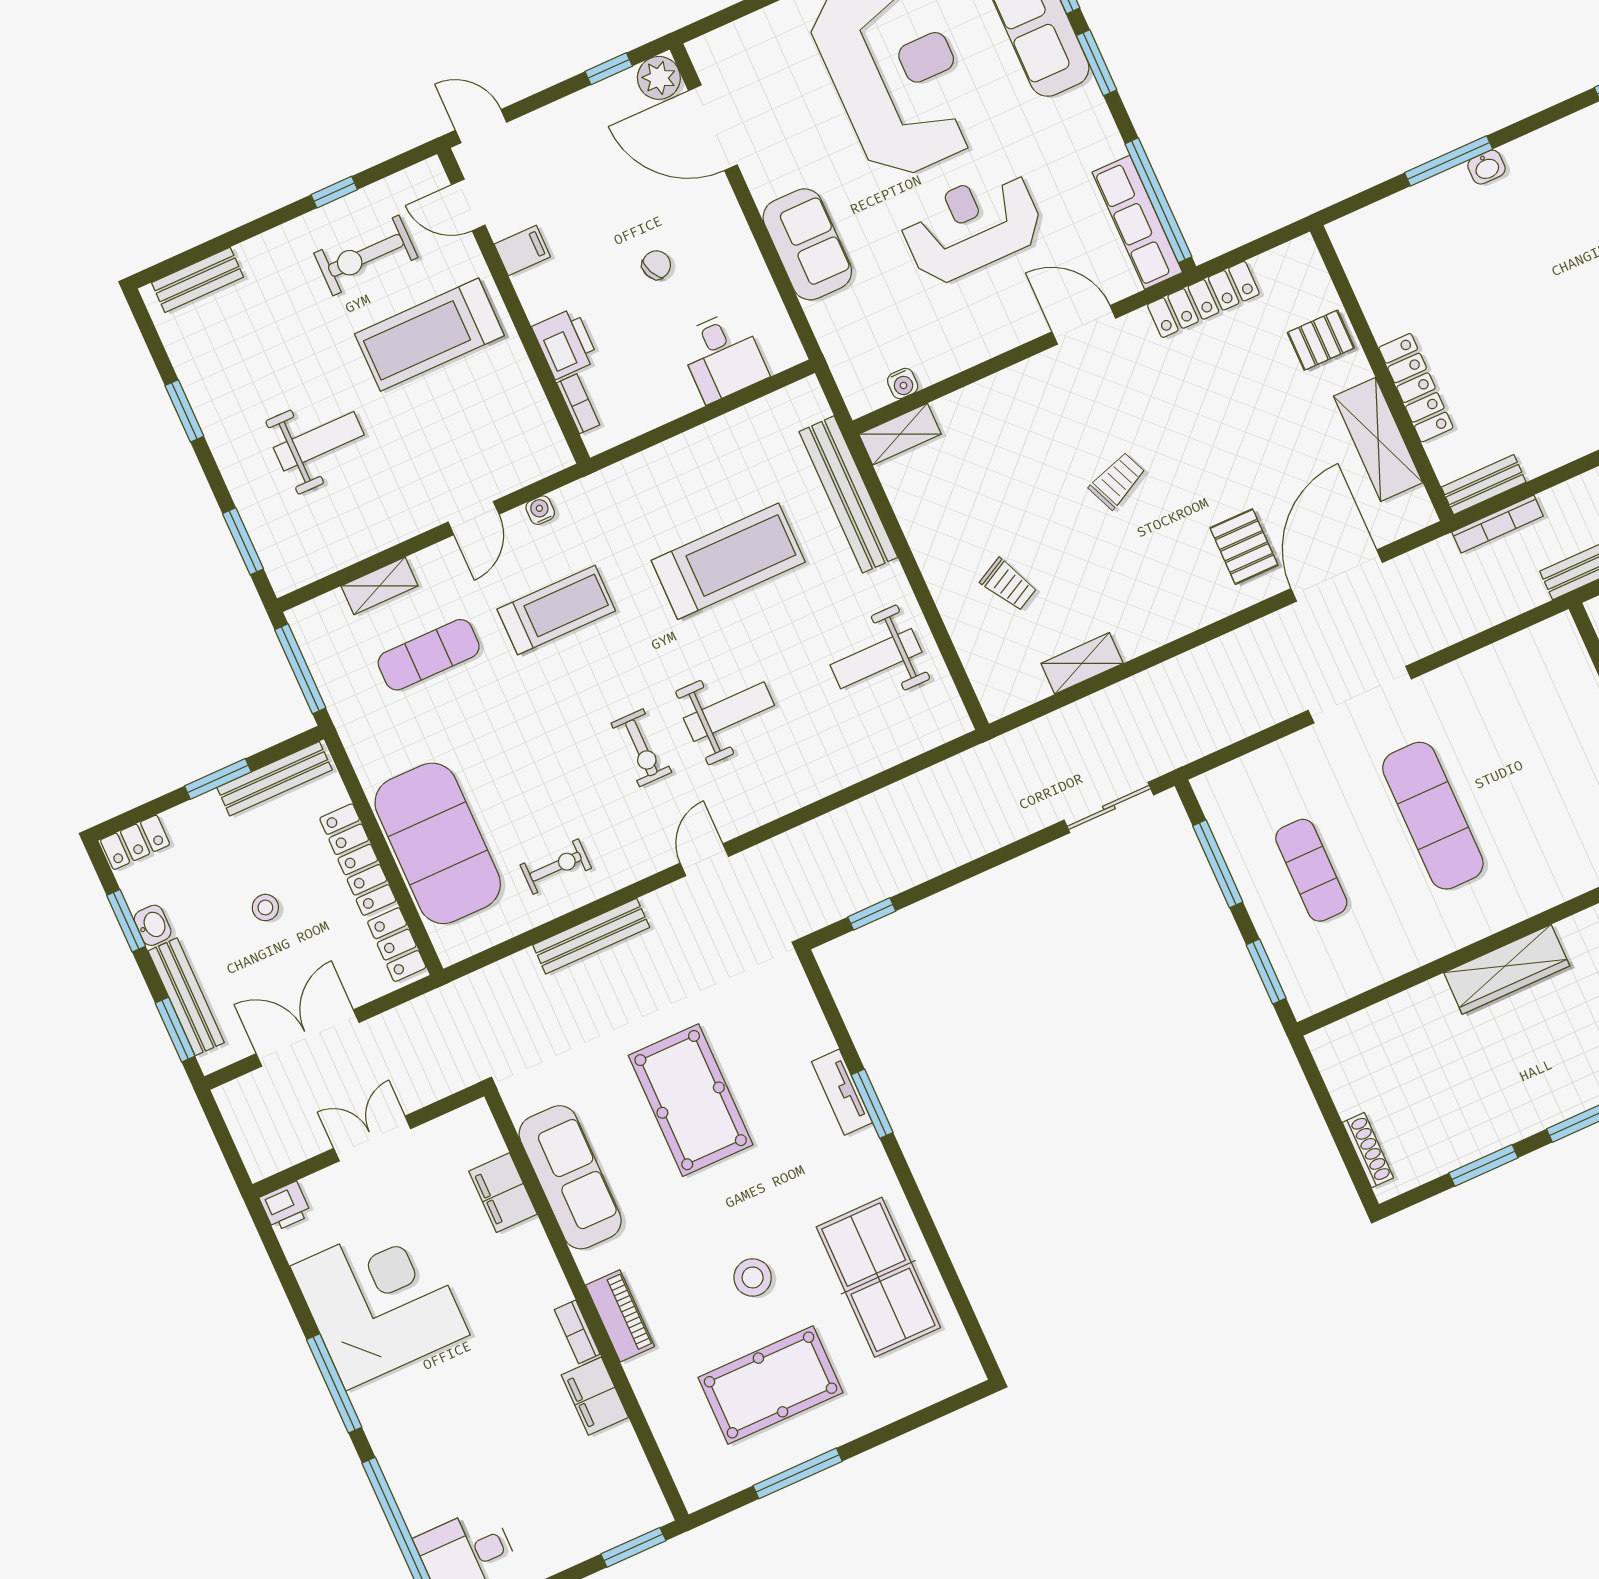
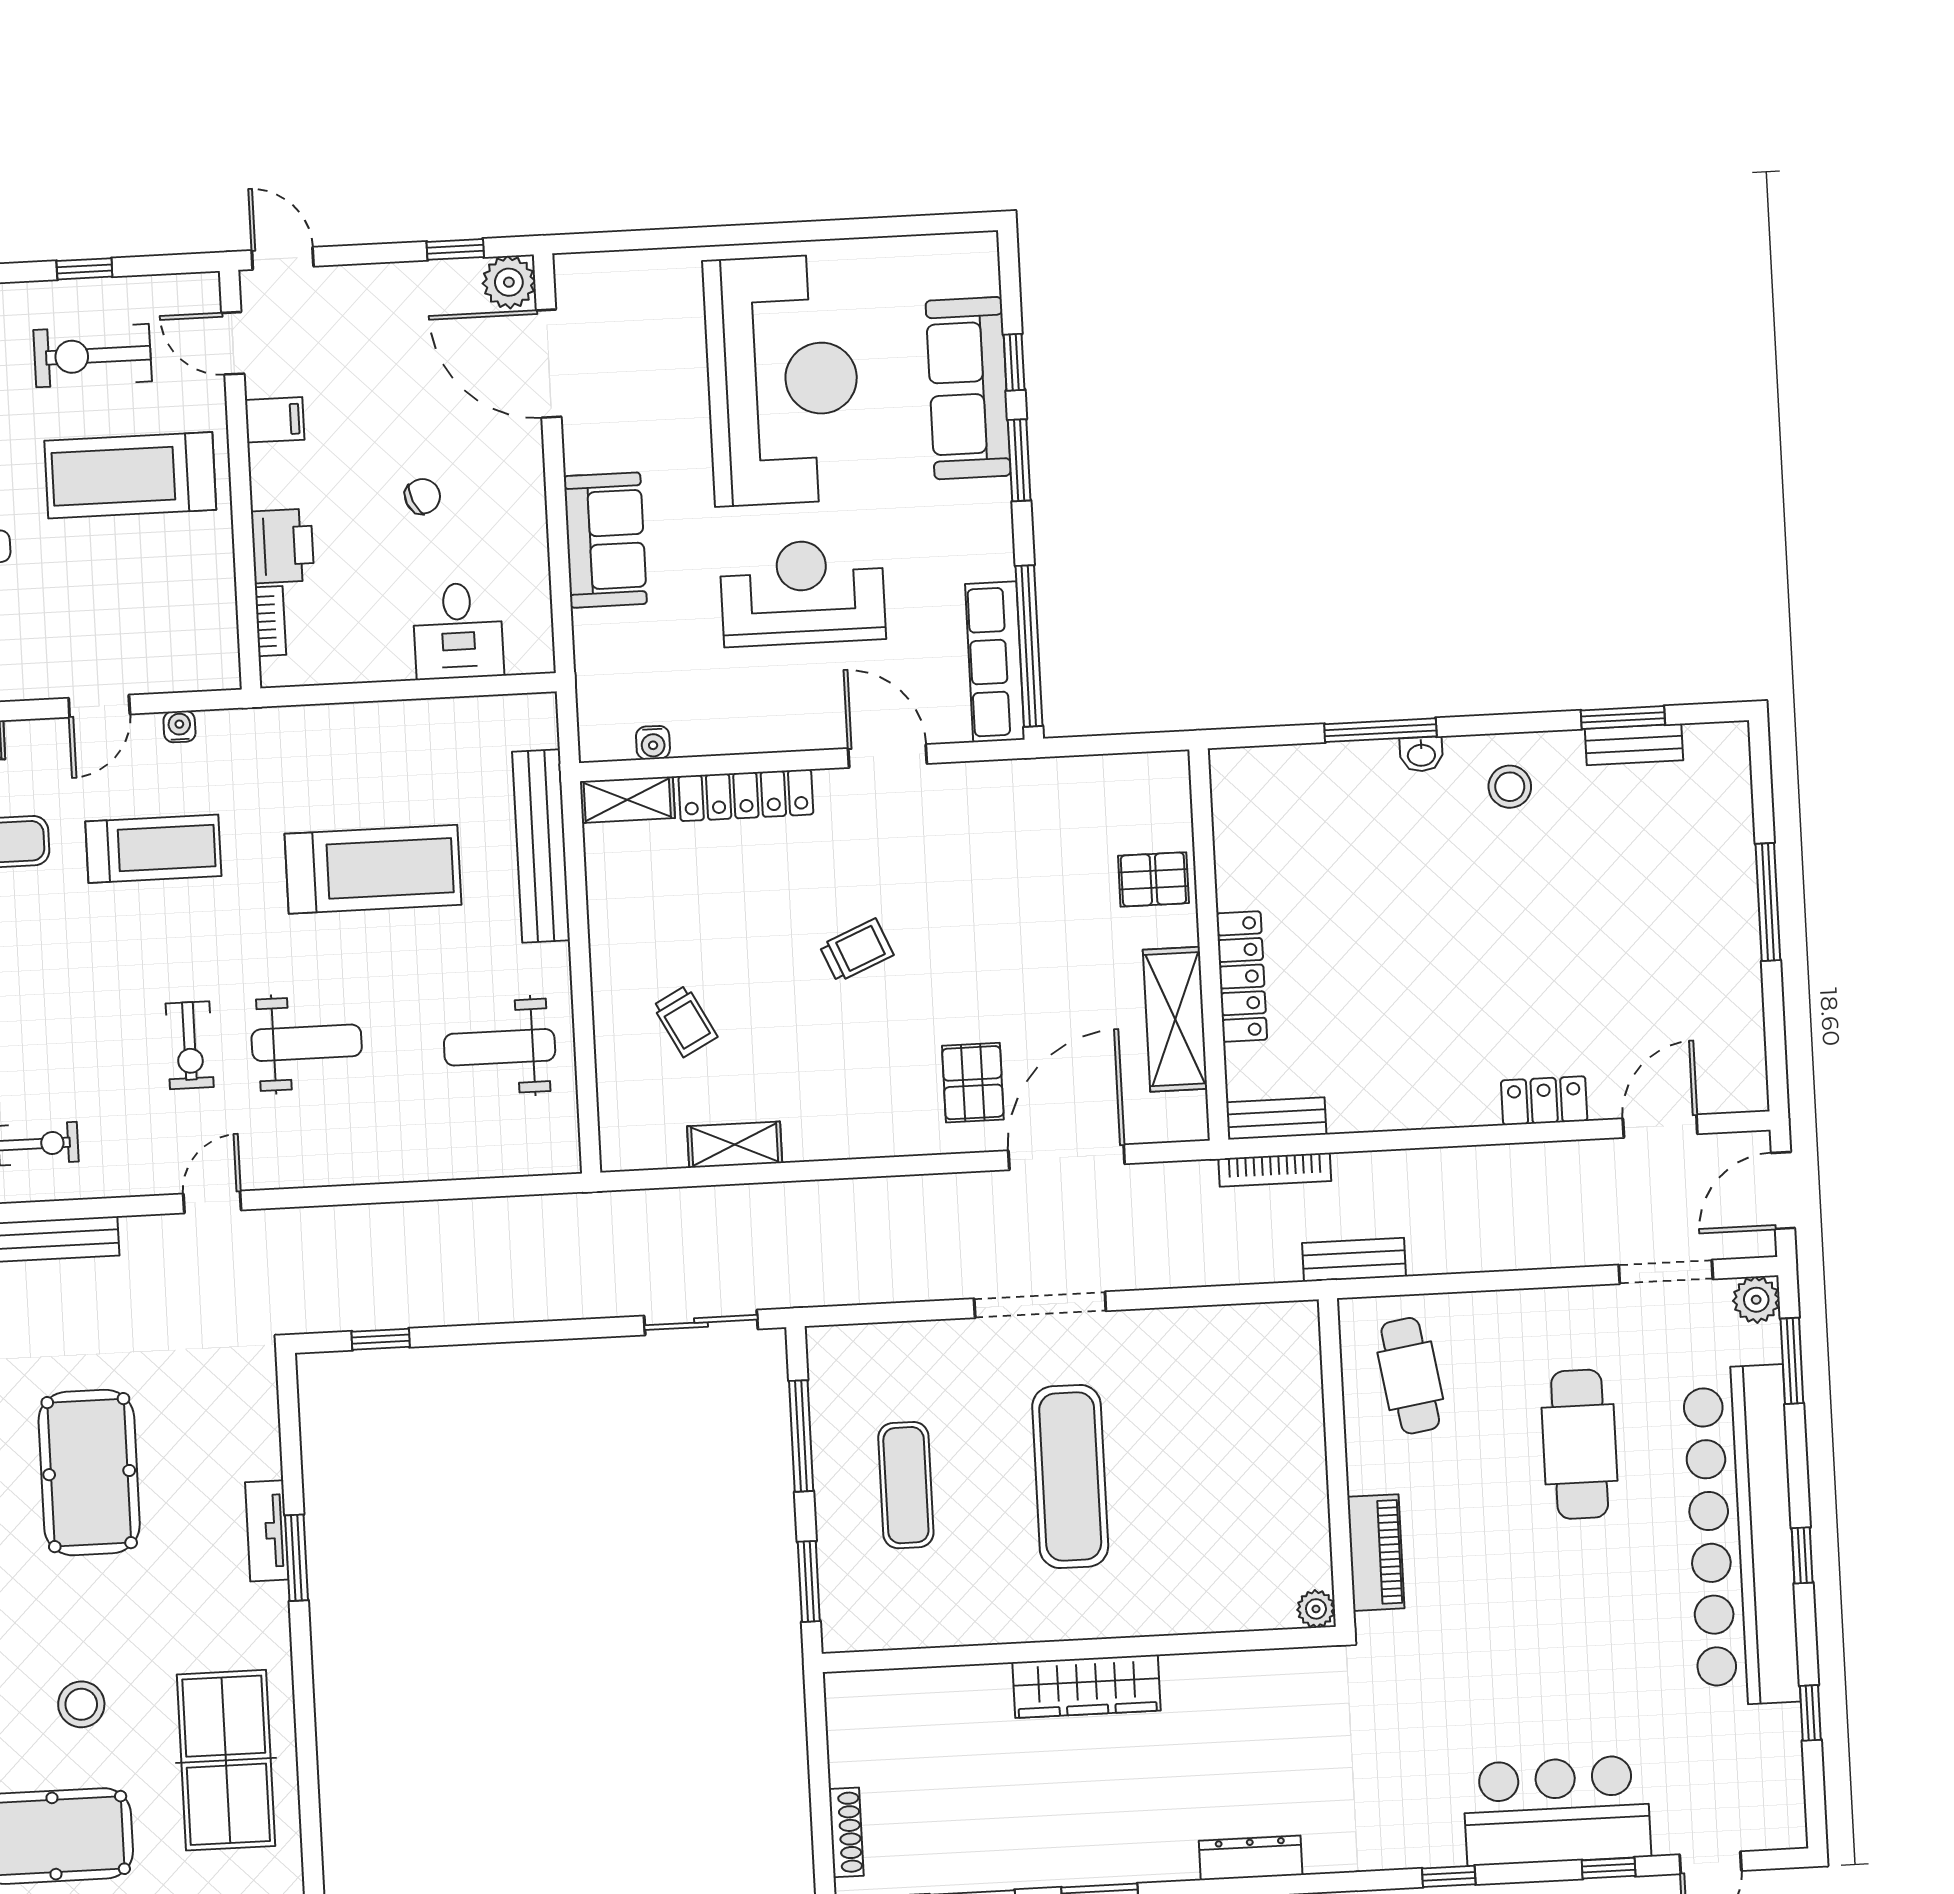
stool: (1563, 166) -> (1510, 787), added
locker: (1203, 299) -> (746, 795), moved

